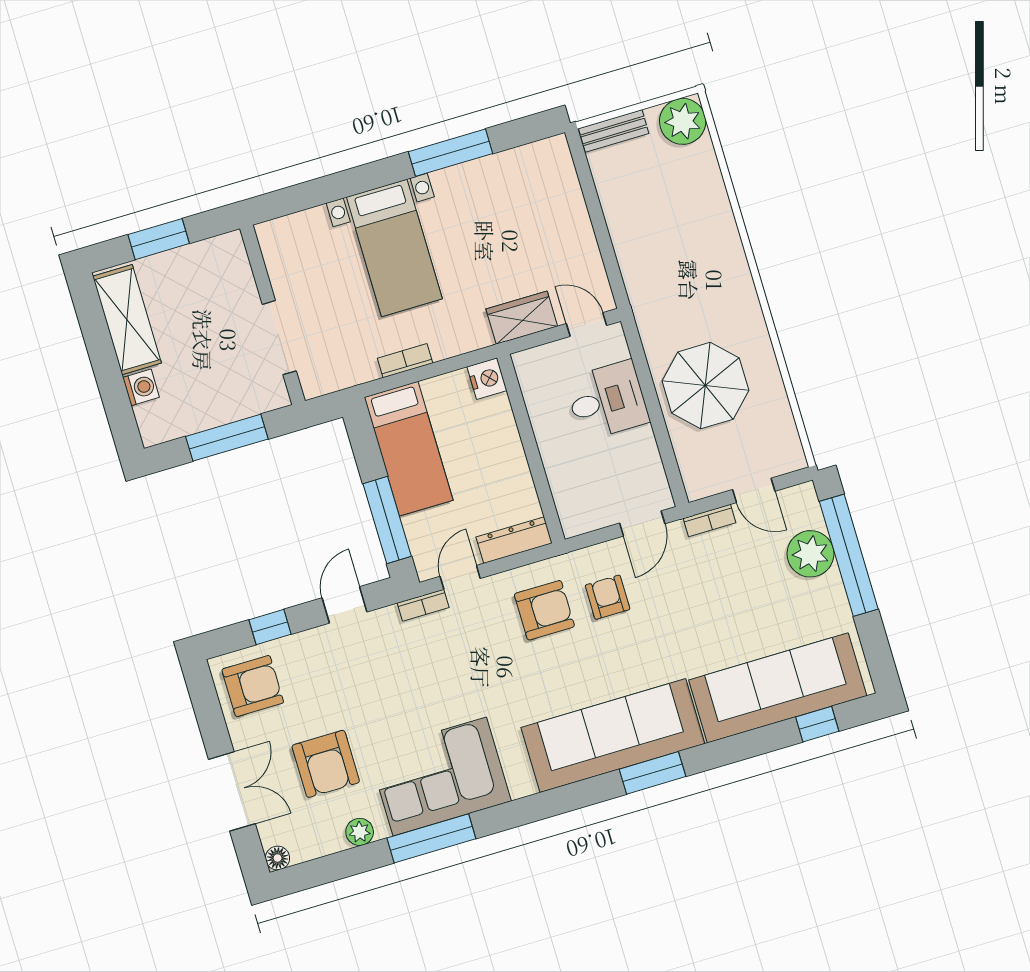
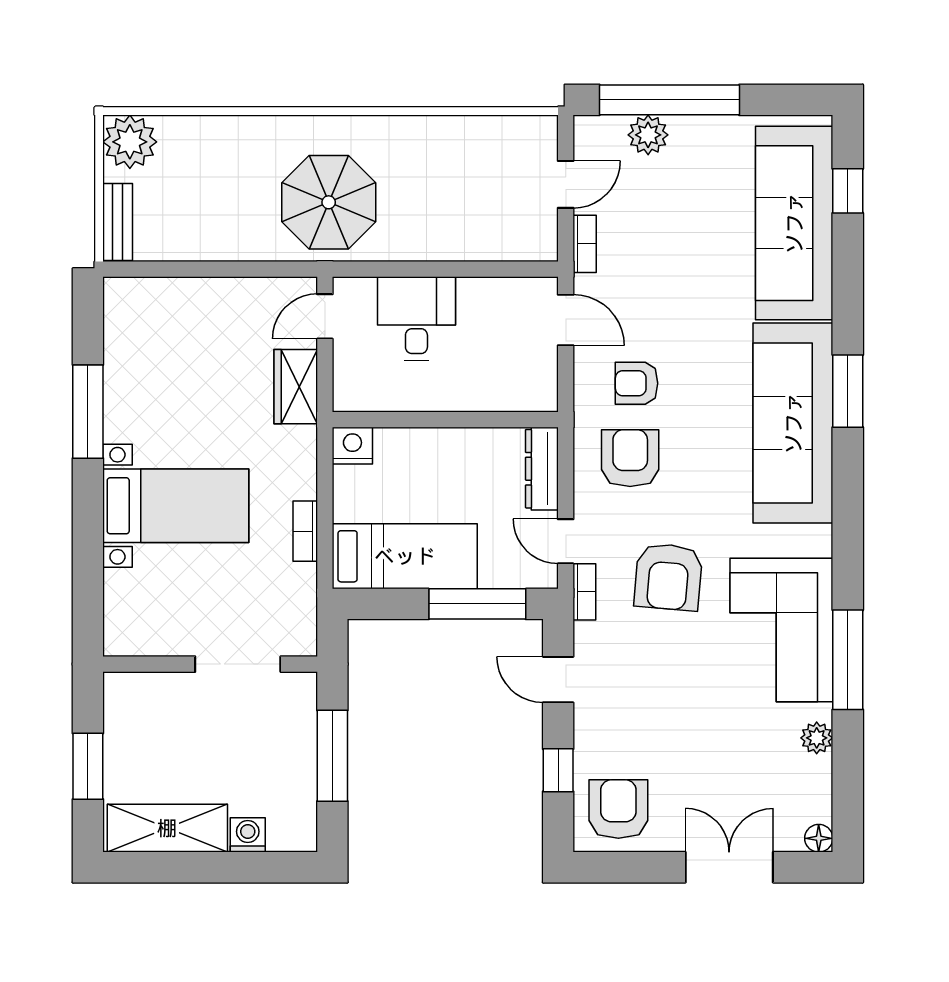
parasol: (705, 386) -> (329, 202), moved
plant: (810, 554) -> (648, 135), width x0.73, depth x0.73
armchair: (326, 764) -> (668, 577), moved, turned 95

